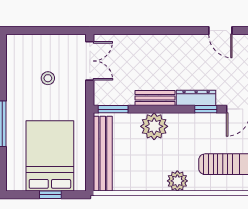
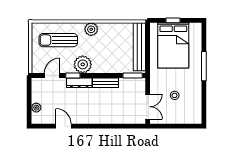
double door: (90, 61) -> (148, 107), swing flipped
plant: (154, 126) -> (83, 64), moved

